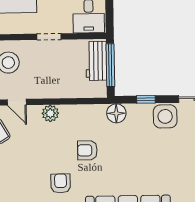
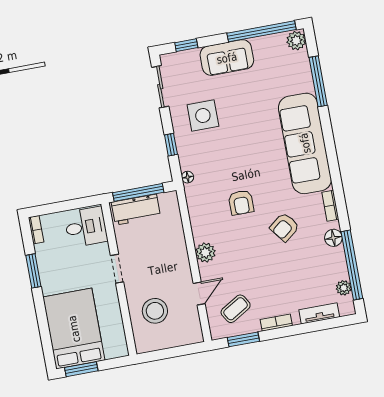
floor lamp: (116, 113) -> (188, 177), width x0.53, depth x0.53
side table: (165, 116) -> (203, 116), moved
armchair: (61, 183) -> (285, 227), turned -38

